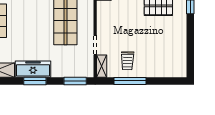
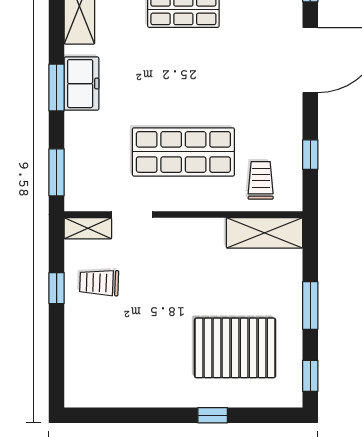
freezer: (33, 69) -> (82, 84), width x0.71
window: (130, 81) -> (57, 288), width x0.46

